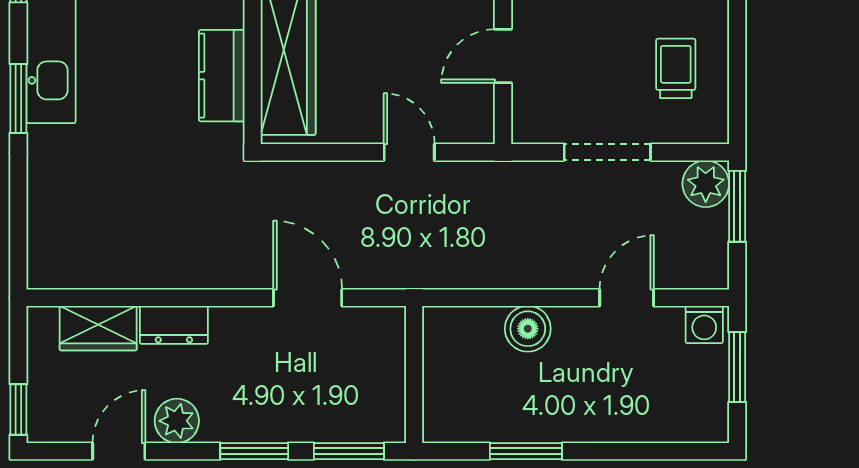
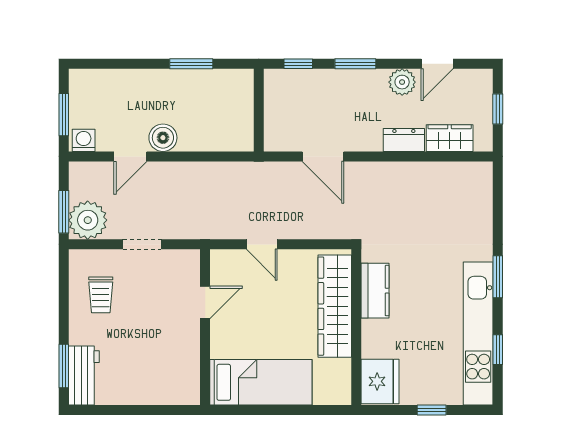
doorway: (607, 152) -> (142, 244), width x0.73
plant: (706, 184) -> (88, 220), width x1.36, depth x1.36
boiler: (528, 329) -> (163, 138), moved
window: (18, 410) -> (498, 109), moved
window: (349, 451) -> (298, 64), width x0.67

